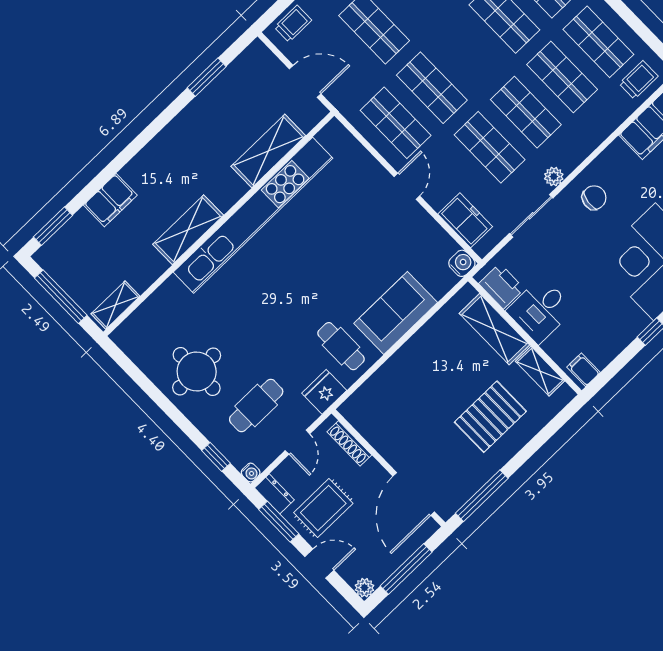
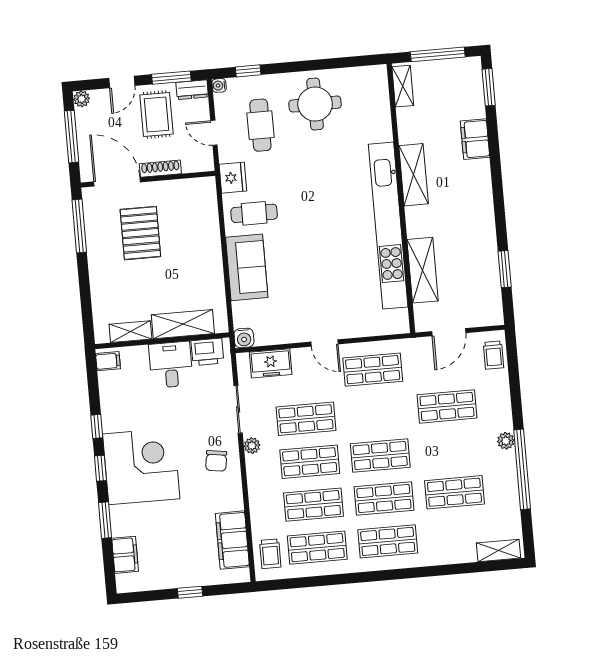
shop shelf: (432, 88) -> (380, 456), moved
pallet: (490, 417) -> (140, 233), moved
shoe rack: (349, 443) -> (160, 169), moved

